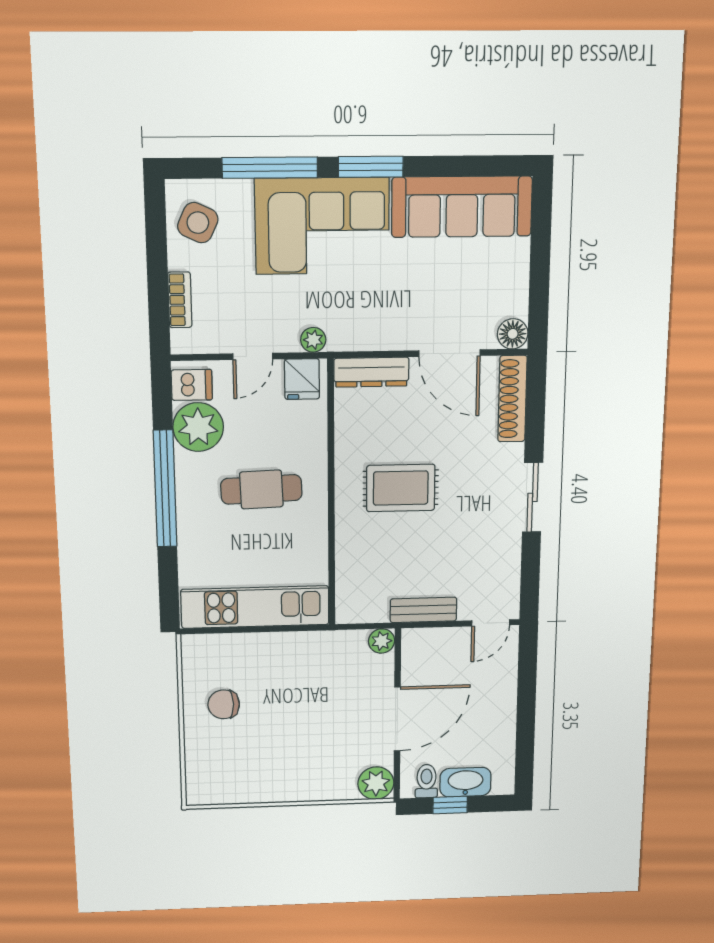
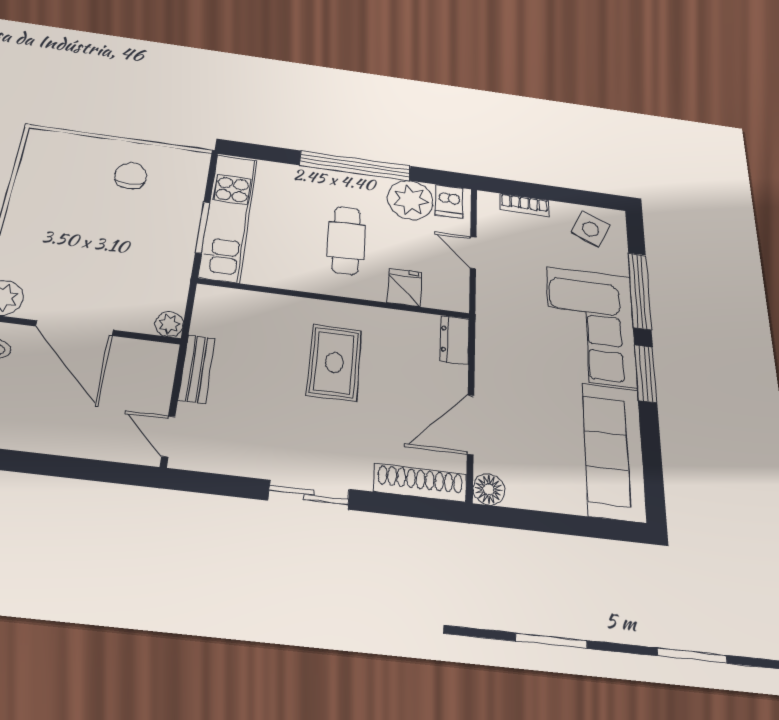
plant: (313, 340) -> (487, 304), removed
dresser: (371, 372) -> (455, 340), width x0.70
fridge: (302, 379) -> (405, 287), moved, turned 90
window: (271, 629) -> (203, 228), added

